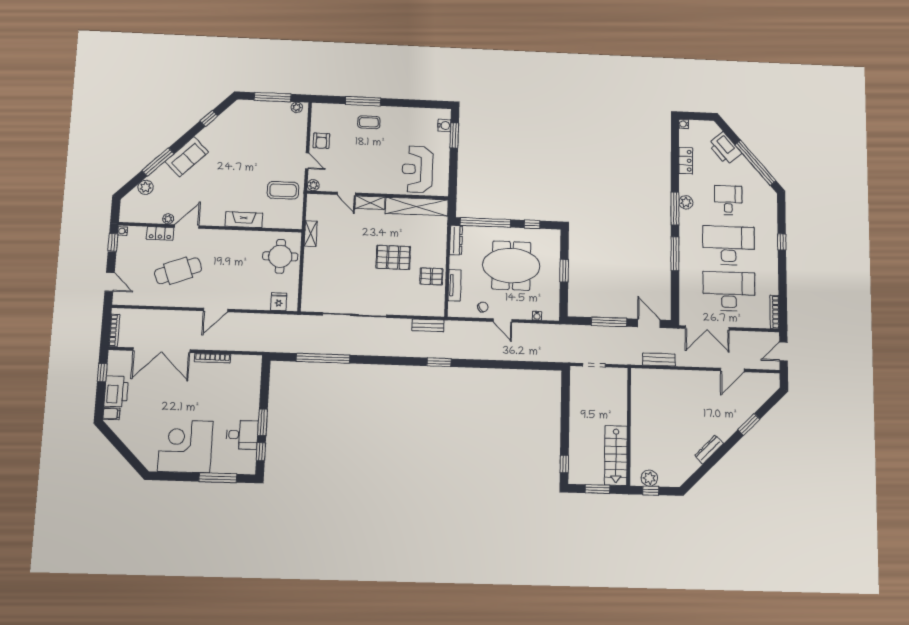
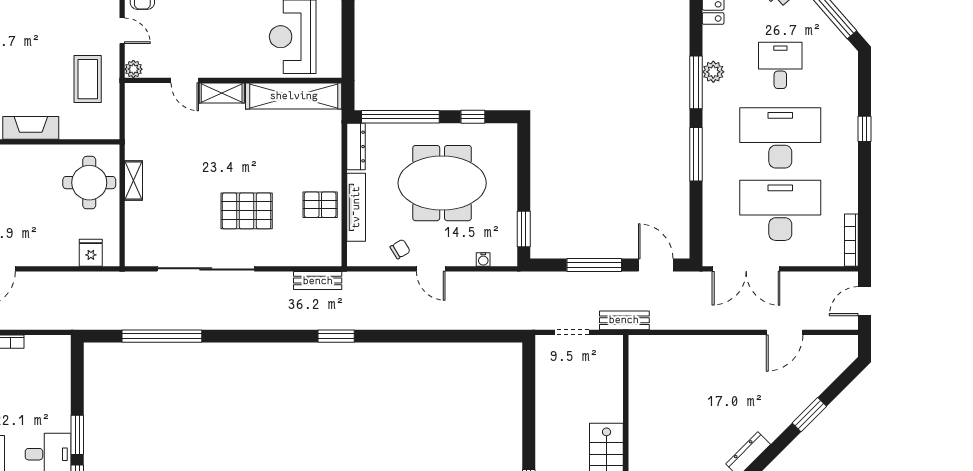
coffee table: (283, 190) -> (88, 79), turned 90
shelving: (311, 234) -> (134, 181), moved
pallet: (393, 257) -> (247, 211), moved
window: (564, 271) -> (524, 229), moved
tv unit: (455, 285) -> (356, 207), width x1.41
bench: (659, 360) -> (624, 320), moved

